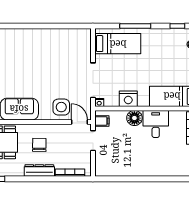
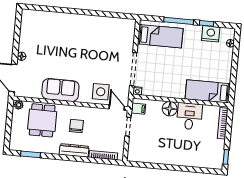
window: (177, 26) -> (207, 23), moved
nightstand: (128, 99) -> (211, 34), moved, turned 180

